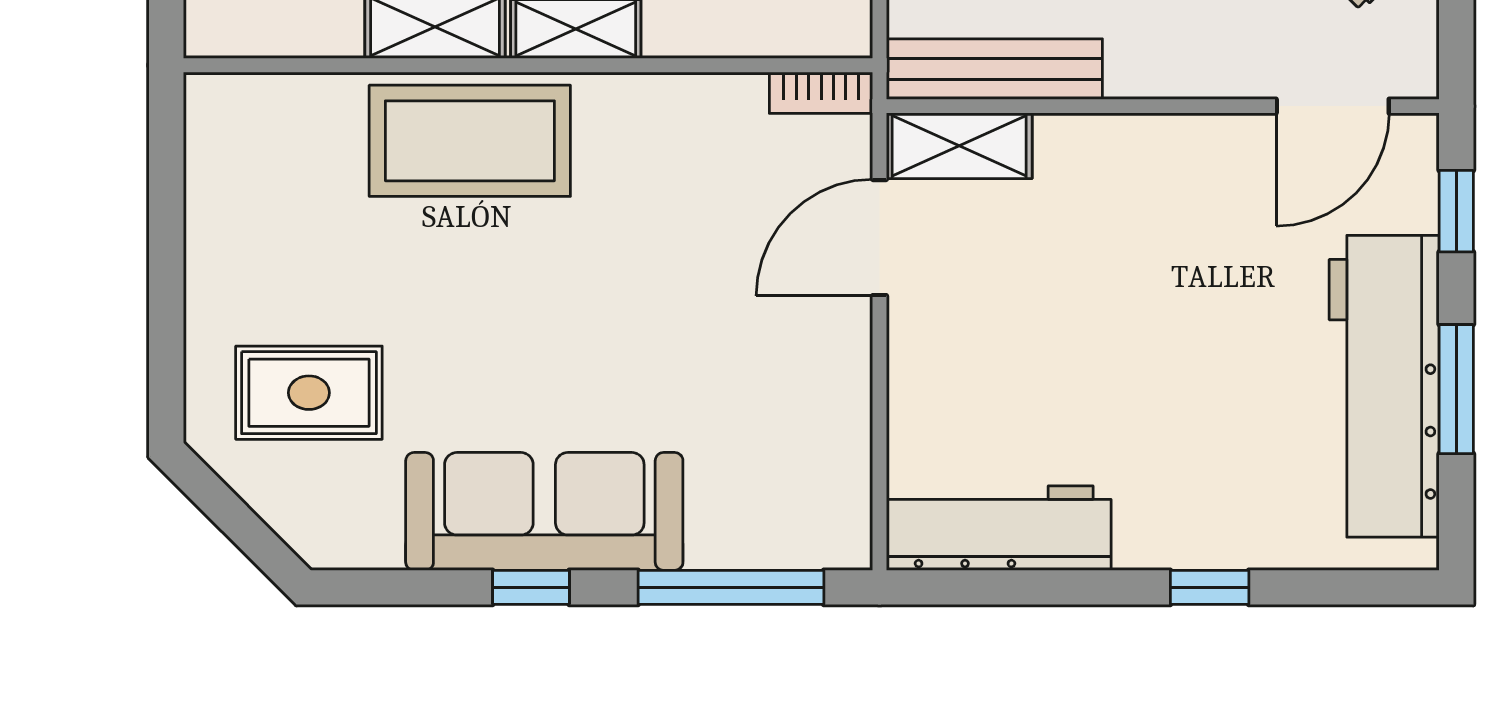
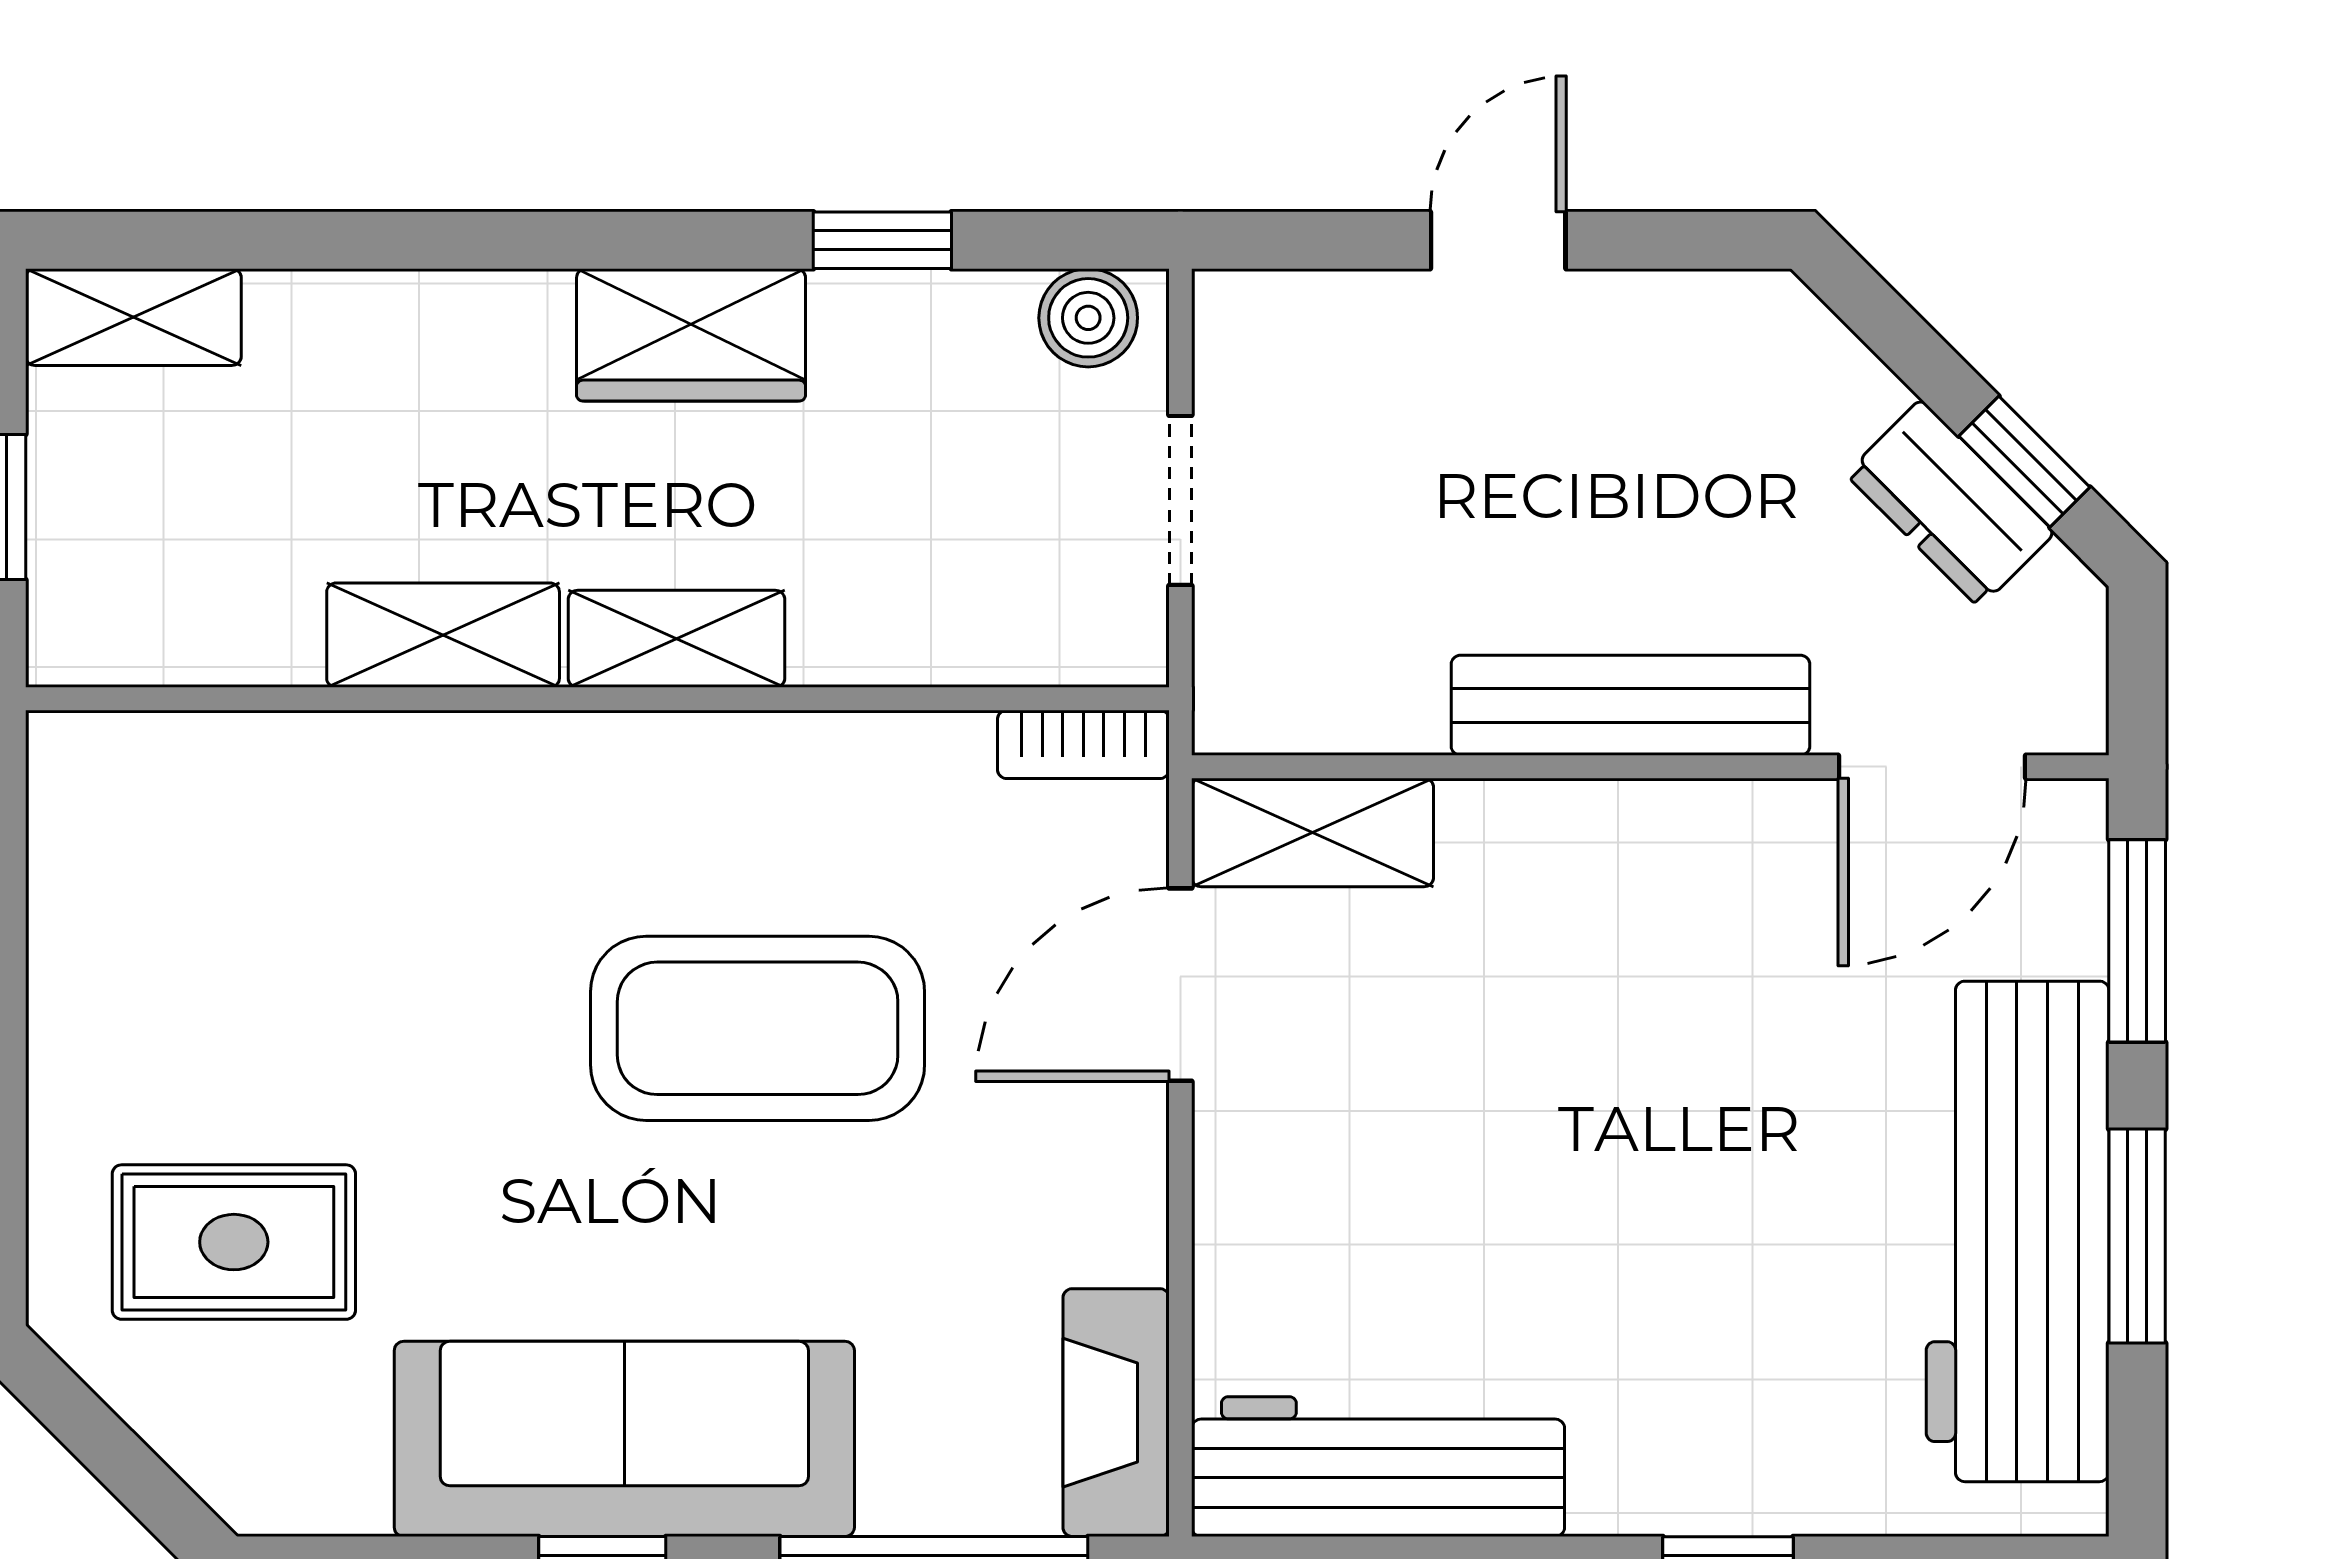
bench: (994, 69) -> (1630, 705), moved
coffee table: (470, 141) -> (758, 1028), moved
window: (1456, 211) -> (2137, 941), width x1.50
fireplace: (841, 496) -> (1116, 1413), added

